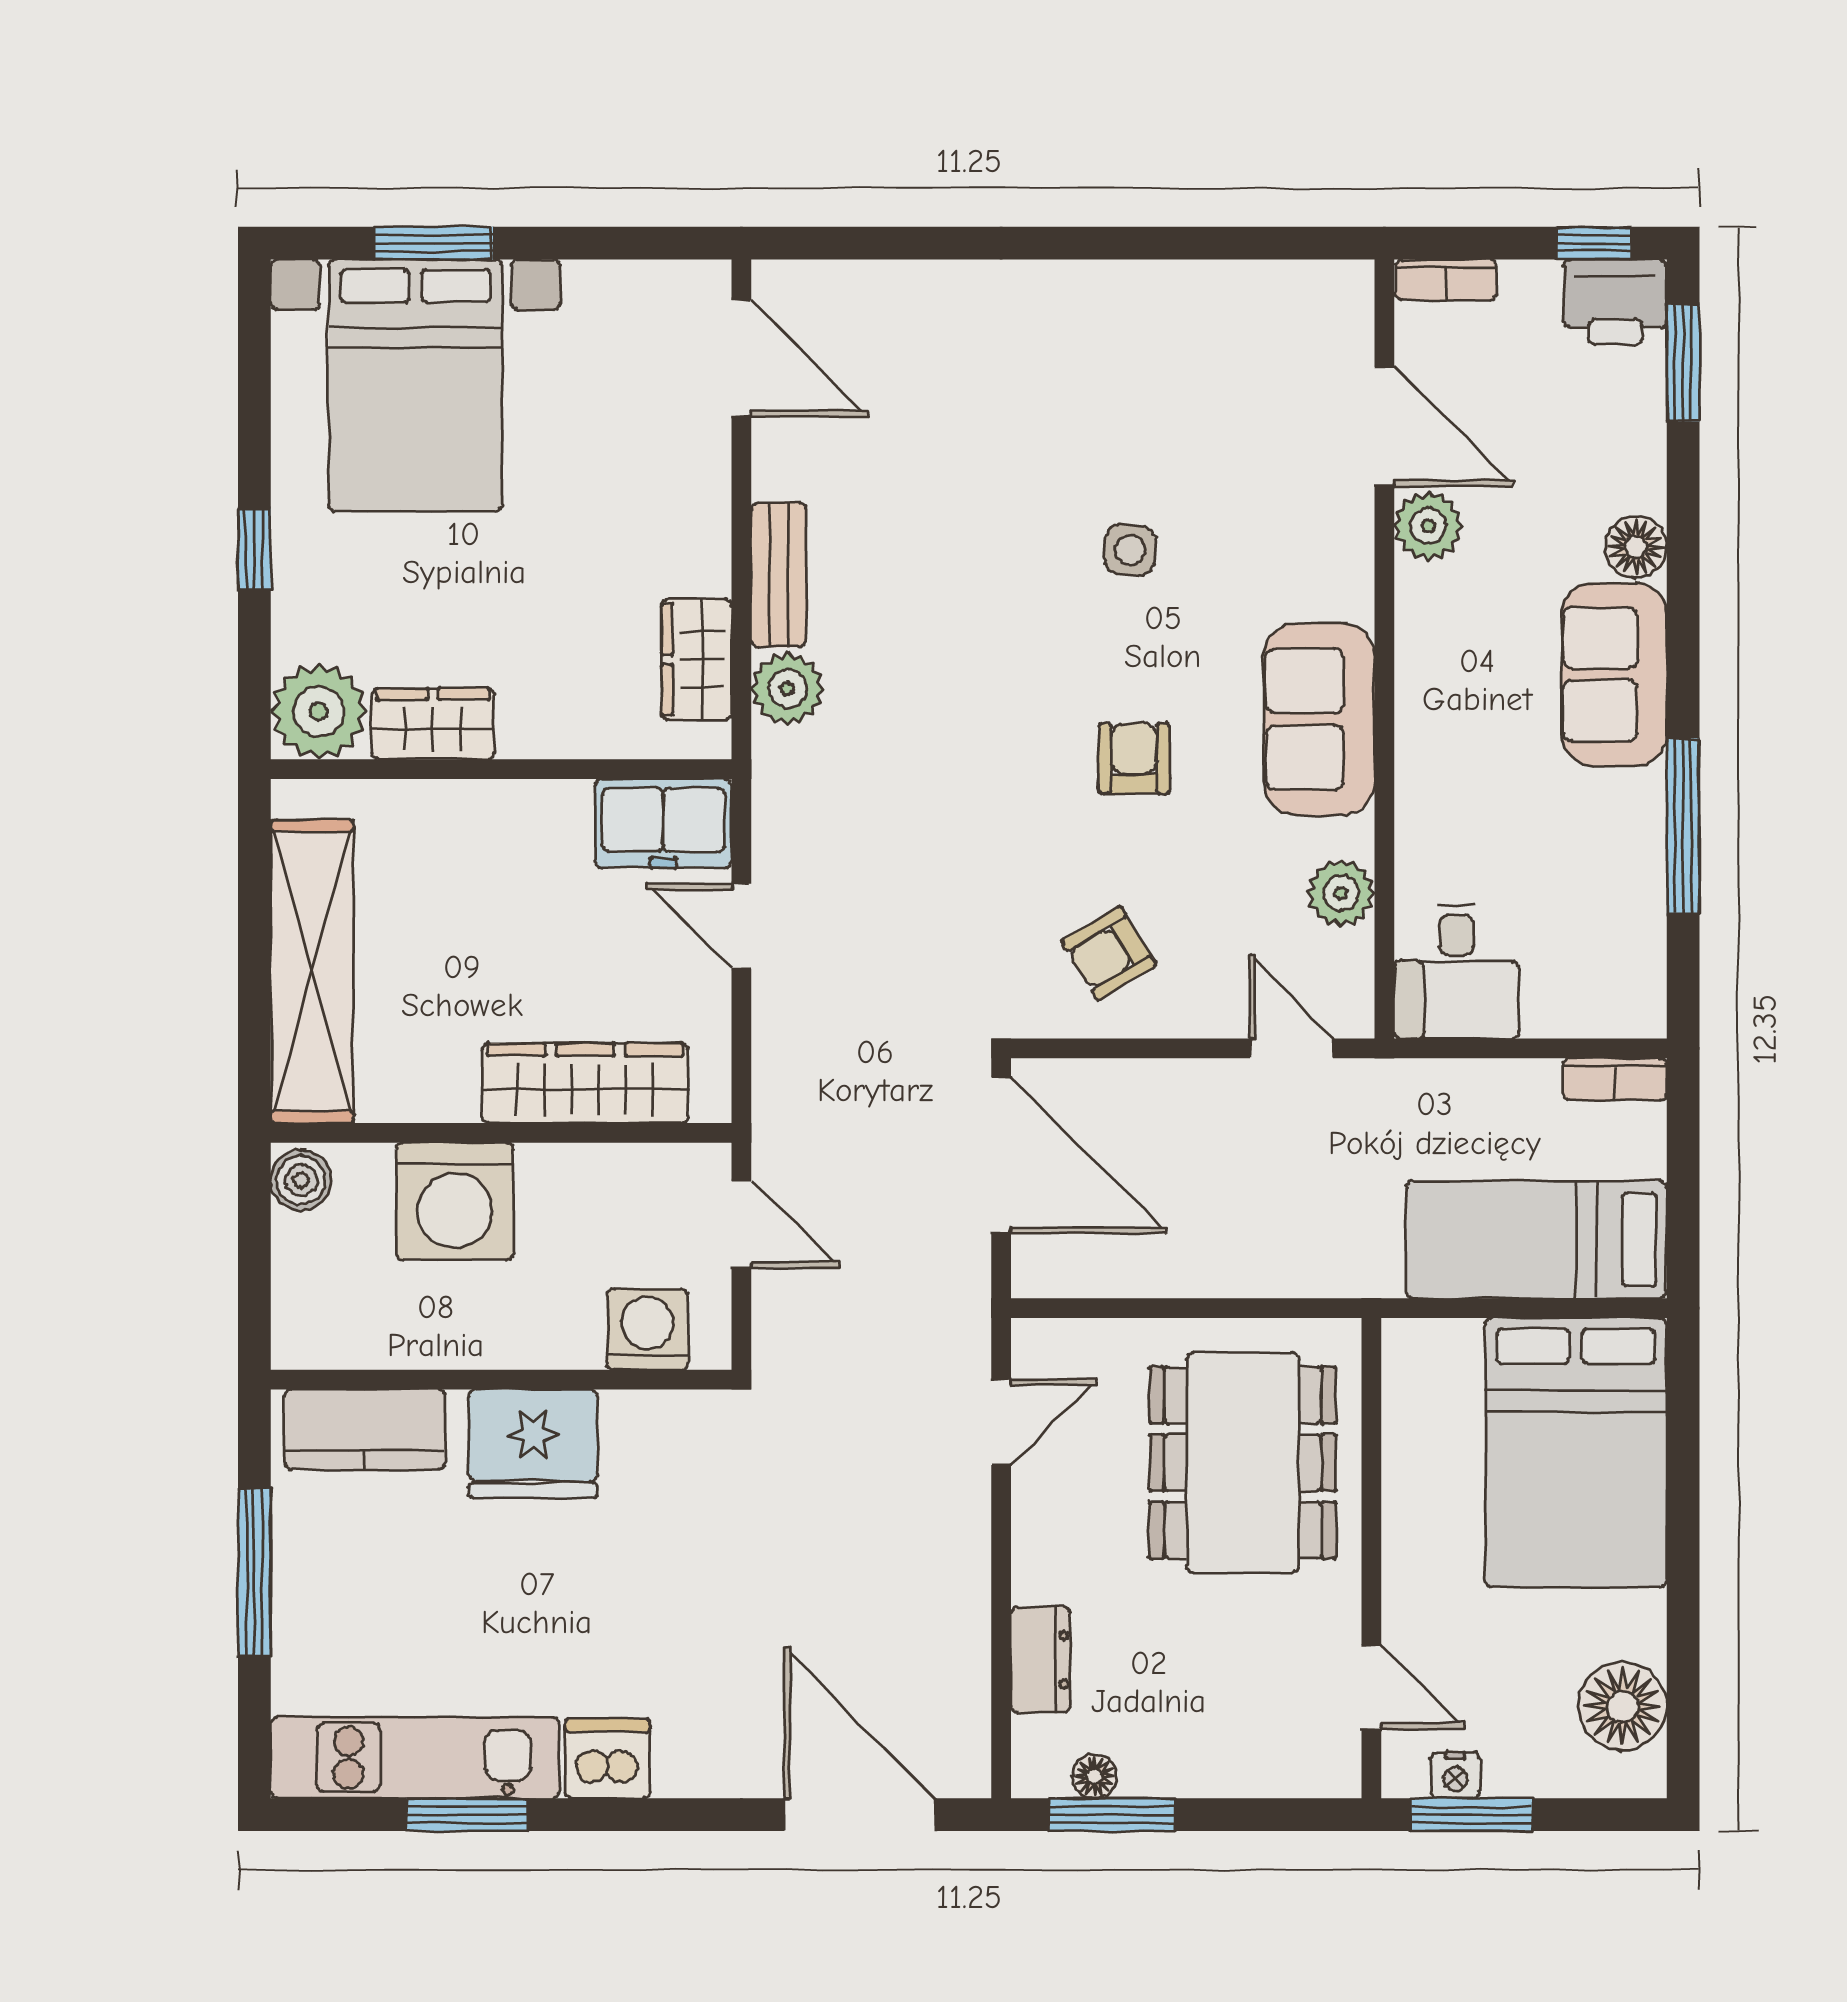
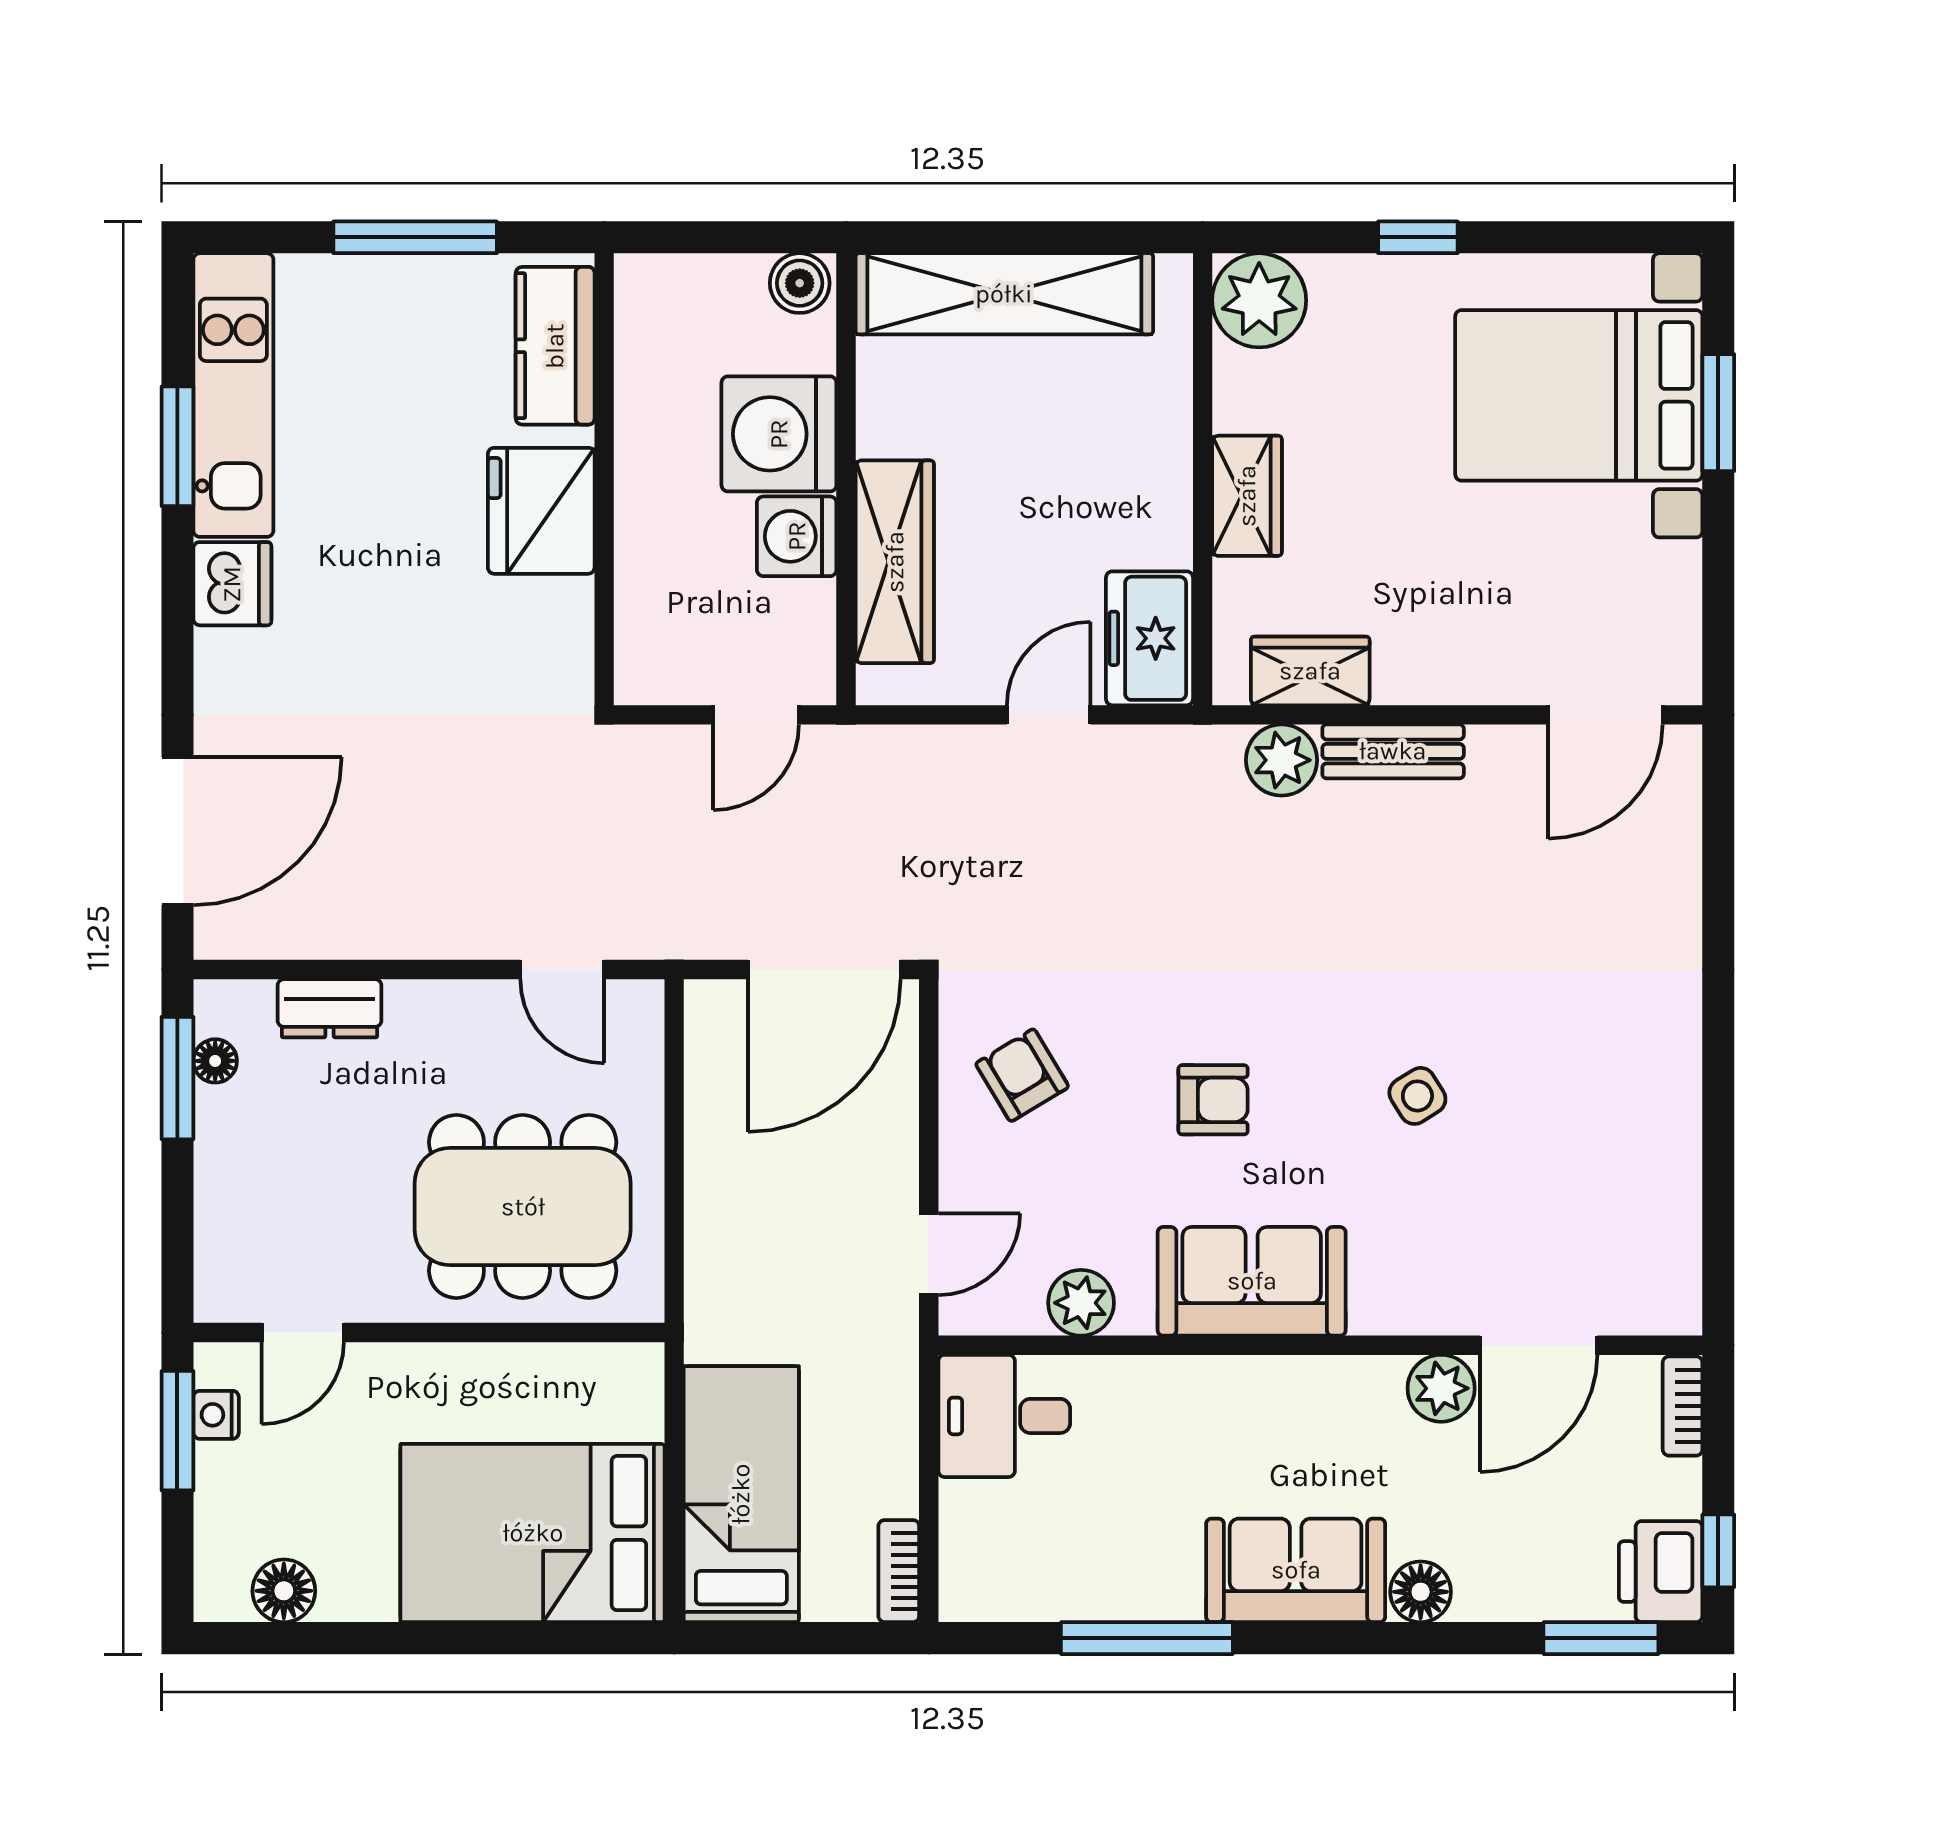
side table: (1130, 550) -> (1417, 1096), turned -37
wardrobe: (433, 724) -> (1247, 496), moved
washing machine: (648, 1329) -> (797, 536), moved, turned 180
floor lamp: (1623, 1706) -> (284, 1591), width x0.73, depth x0.73

